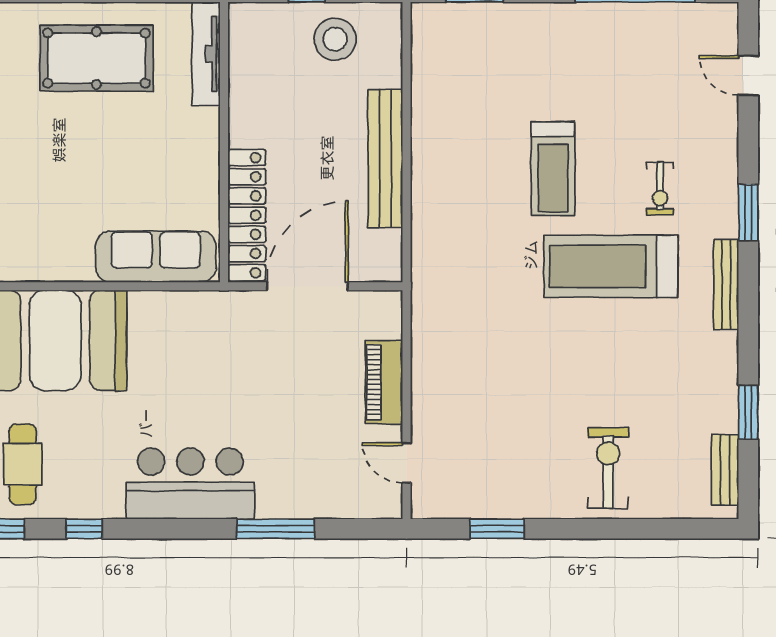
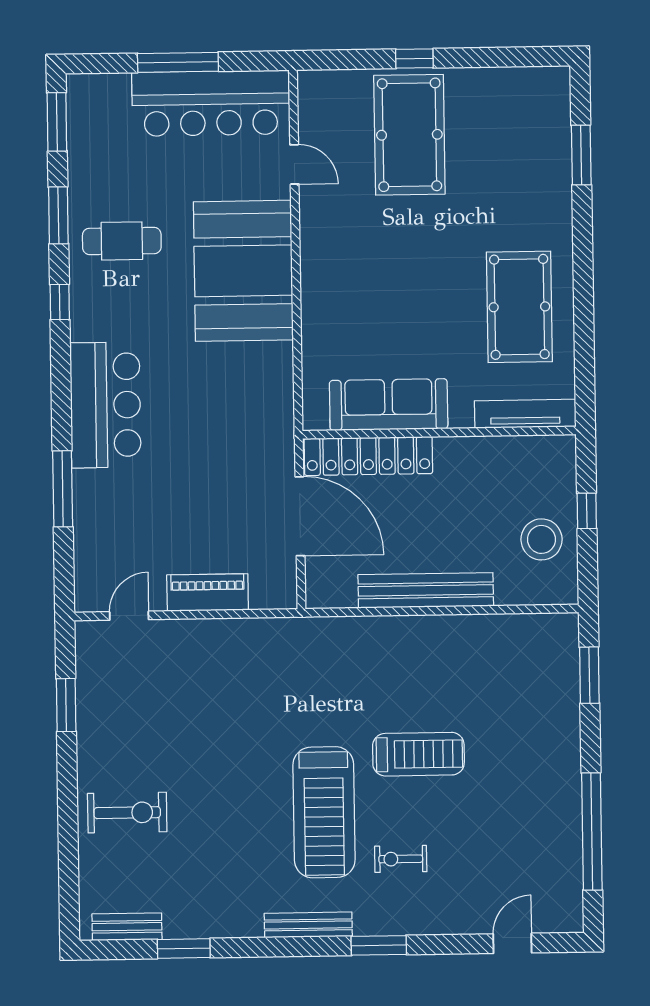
treadmill: (553, 169) -> (418, 754), turned 180
sofa: (156, 257) -> (389, 405), moved, turned -90
treadmill: (611, 266) -> (324, 812), turned 180

